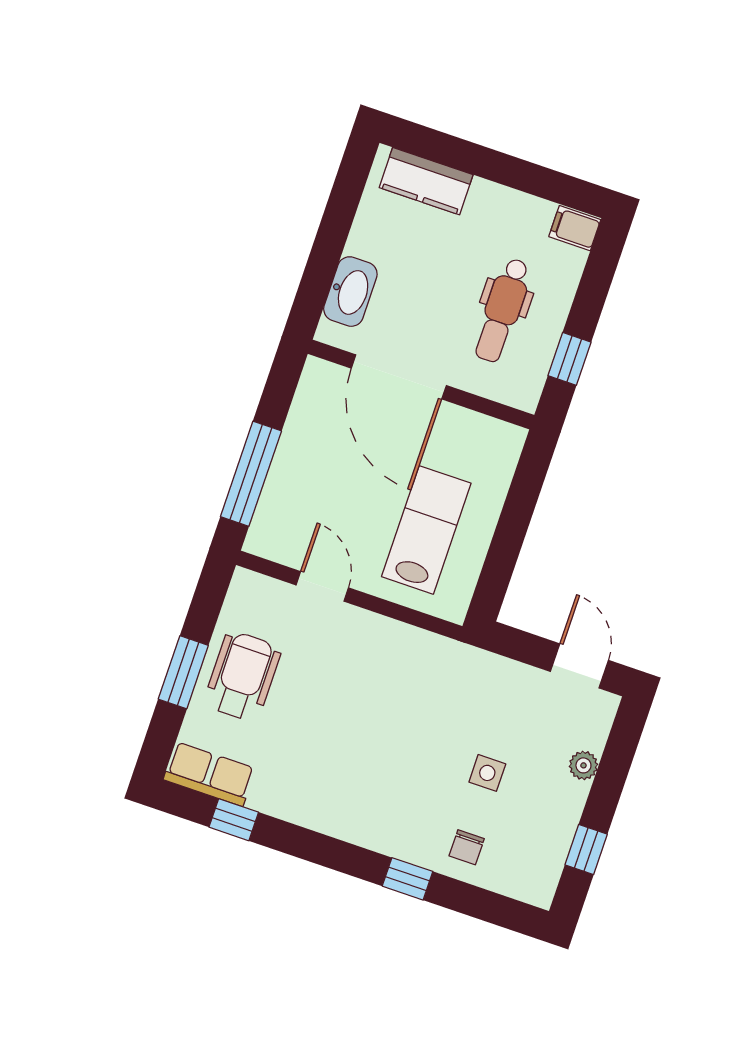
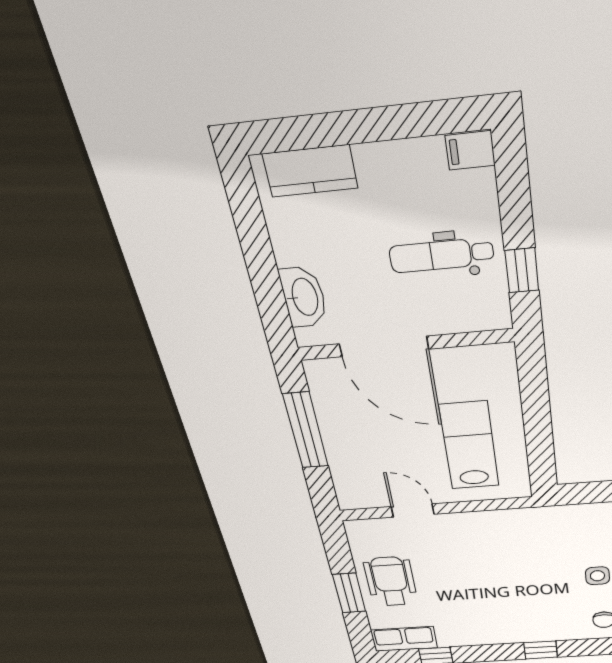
dental chair: (502, 310) -> (442, 255), turned 90
window: (251, 474) -> (306, 430), moved
window: (407, 879) -> (541, 650), moved

